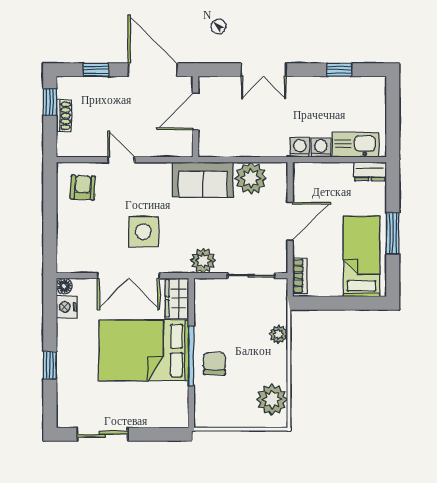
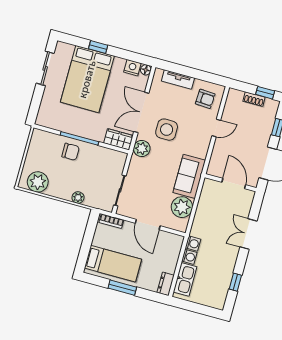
tv unit: (65, 235) -> (178, 79), added
plant: (203, 261) -> (142, 148), moved
bed: (144, 350) -> (87, 79), moved, turned 180

